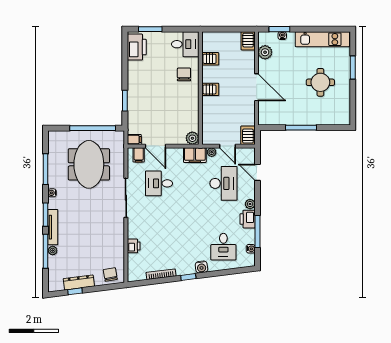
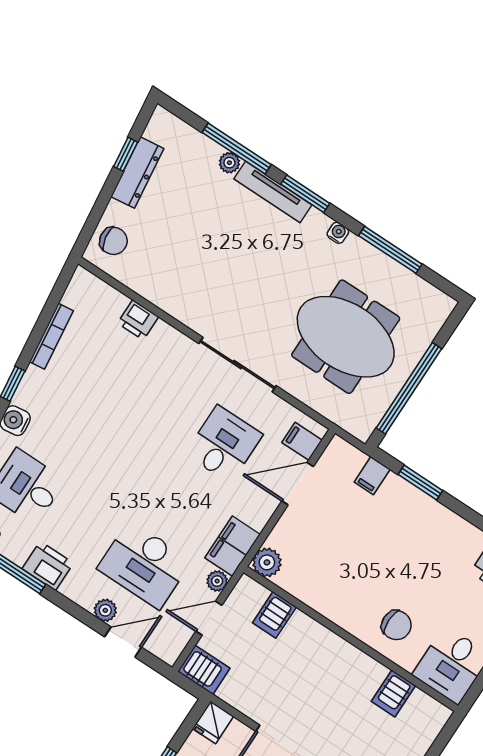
server rack: (210, 89) -> (274, 615), moved
fridge: (265, 119) -> (213, 722), added
filing cabinet: (134, 140) -> (372, 476), moved
plant: (250, 204) -> (105, 610), moved

